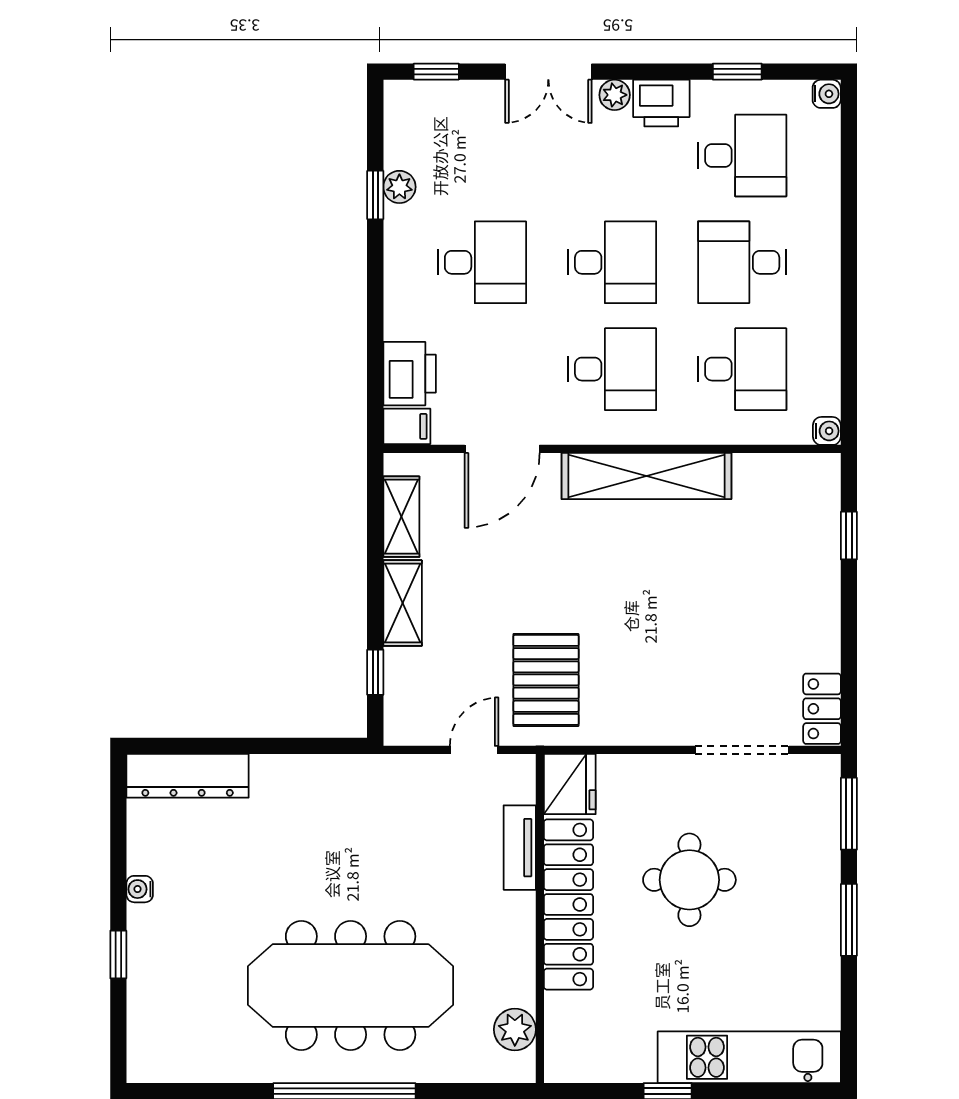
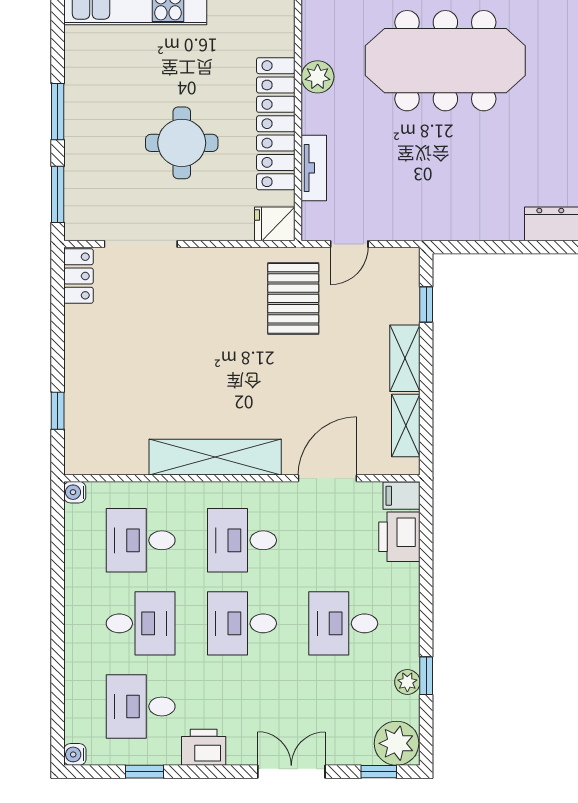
plant: (615, 95) -> (397, 743), moved, width x1.87, depth x1.87
fridge: (570, 784) -> (275, 224), width x0.72
plant: (515, 1029) -> (318, 77), moved

